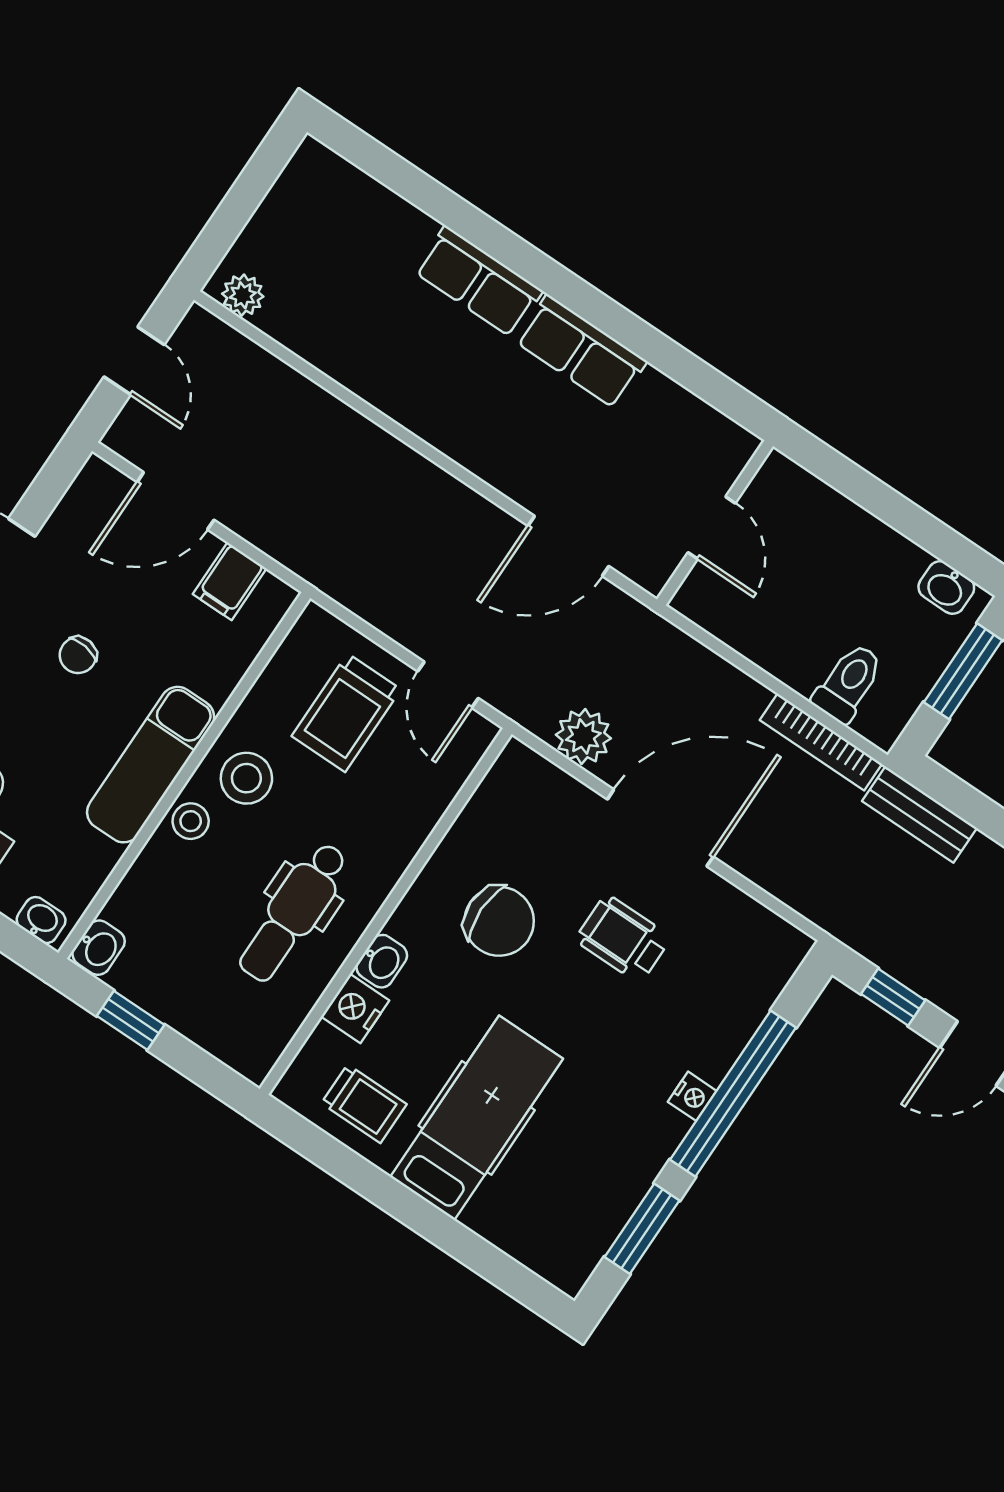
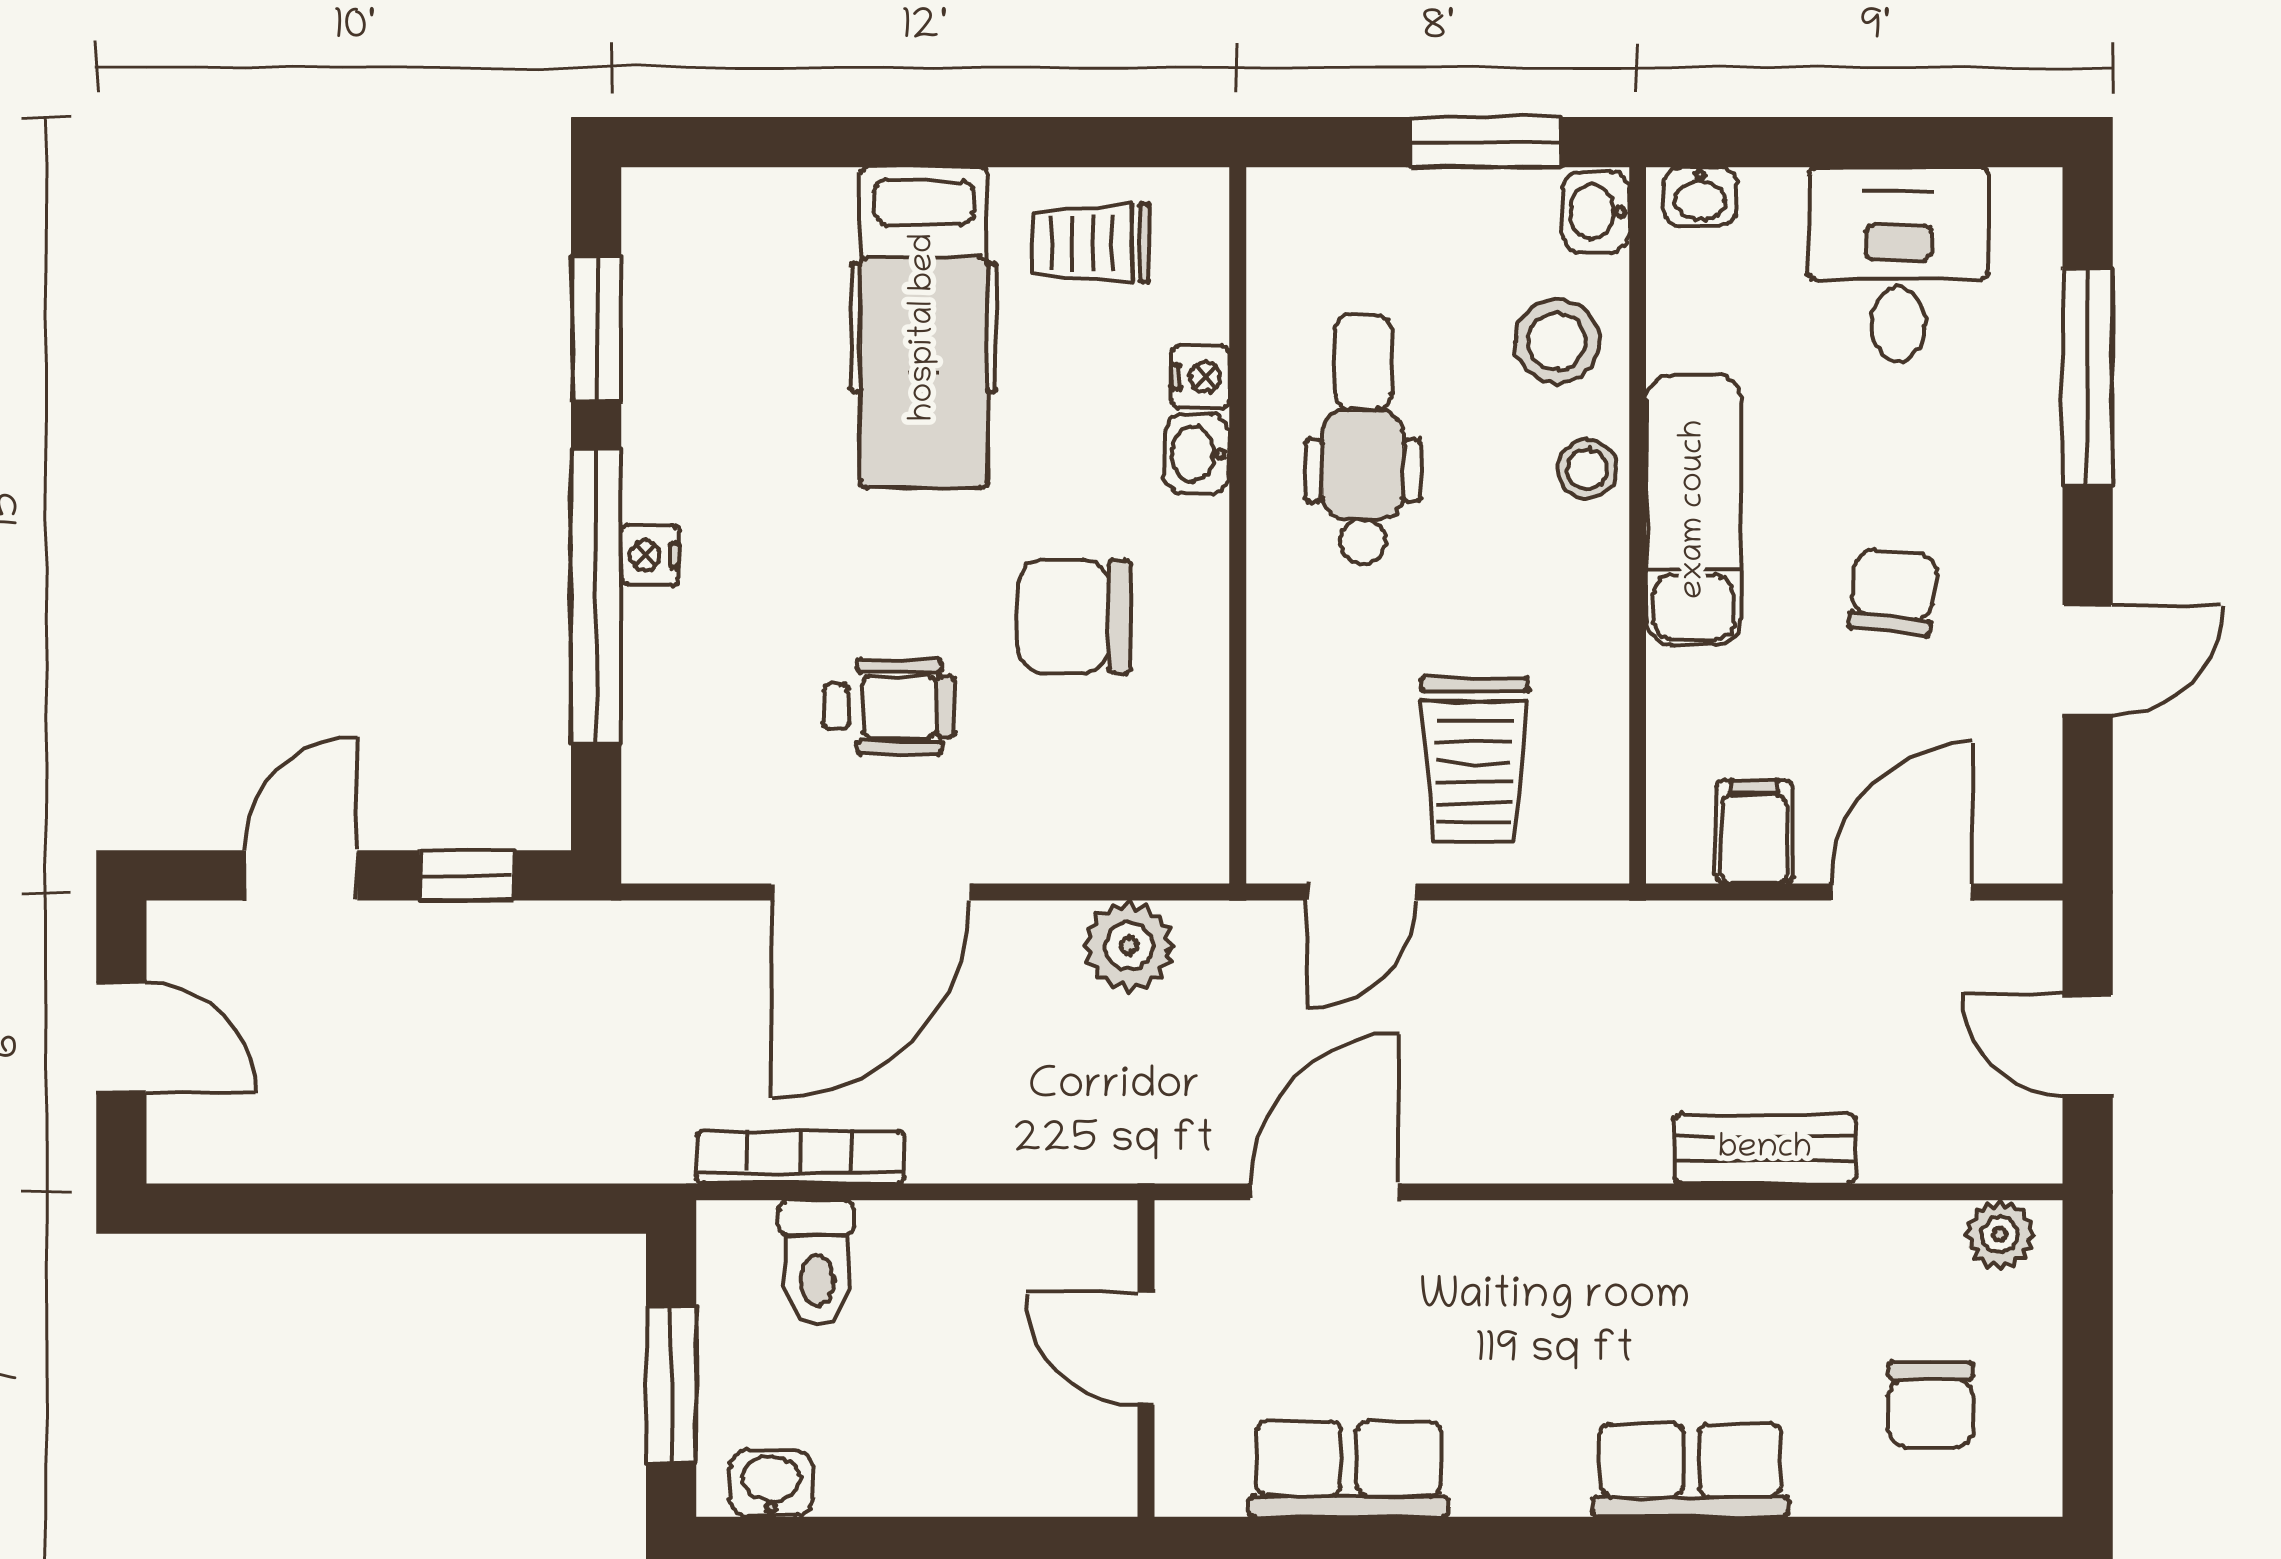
chair: (335, 233) -> (1931, 1405), added
row of seats: (581, 352) -> (1348, 1469), moved
chair: (78, 655) -> (1893, 592), width x1.37, depth x1.37
door: (448, 685) -> (1361, 892), swing flipped
trolley: (346, 713) -> (1474, 760), turned 180
stool: (246, 778) -> (1557, 341), moved
bench: (919, 814) -> (1765, 1149), moved
door: (660, 828) -> (871, 892), moved
nightstand: (355, 1008) -> (1200, 377), width x0.72, depth x0.74
window: (131, 1020) -> (1485, 142), width x1.50

